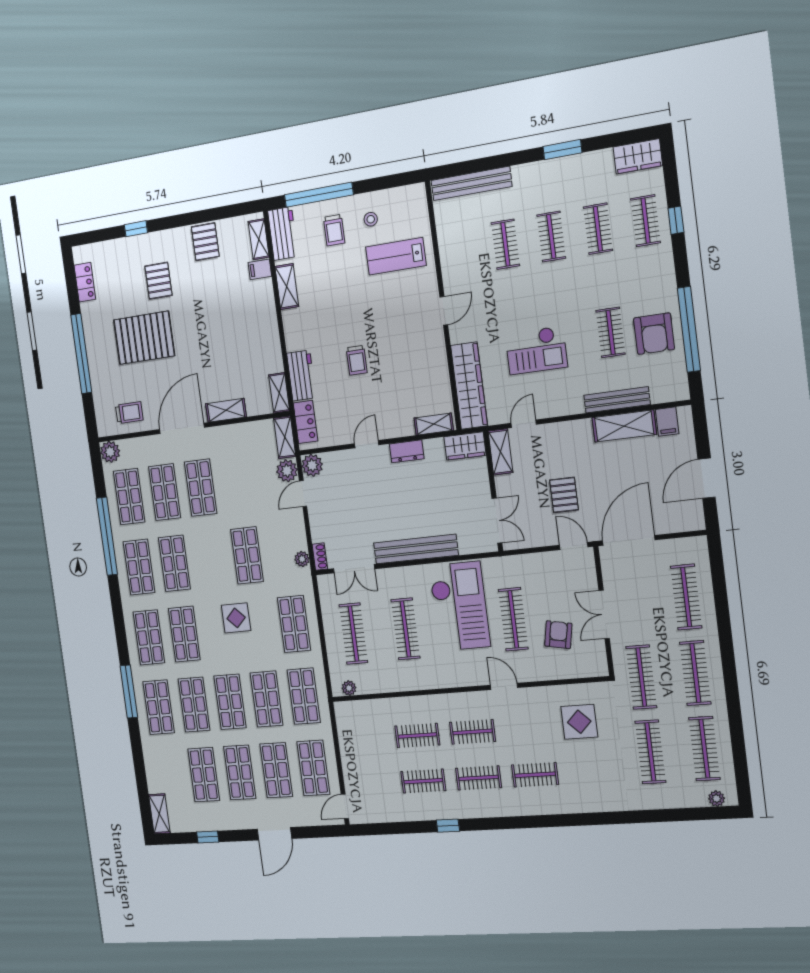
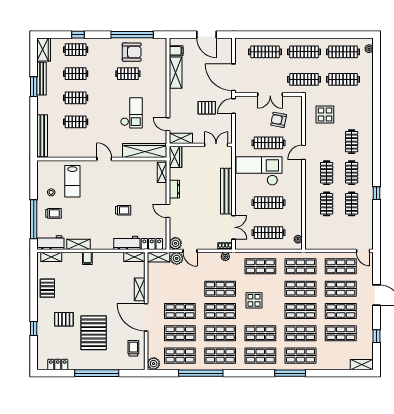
pallet: (205, 242) -> (47, 288), turned 90
filing cabinet: (260, 269) -> (87, 258), moved
bench: (617, 400) -> (42, 79), moved
shop shelf: (210, 559) -> (220, 311), added

